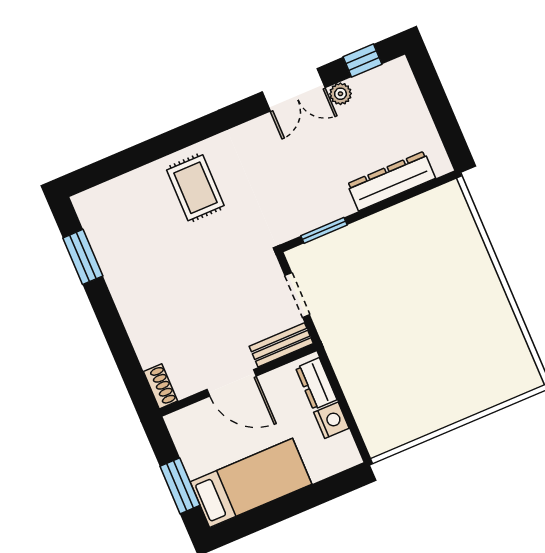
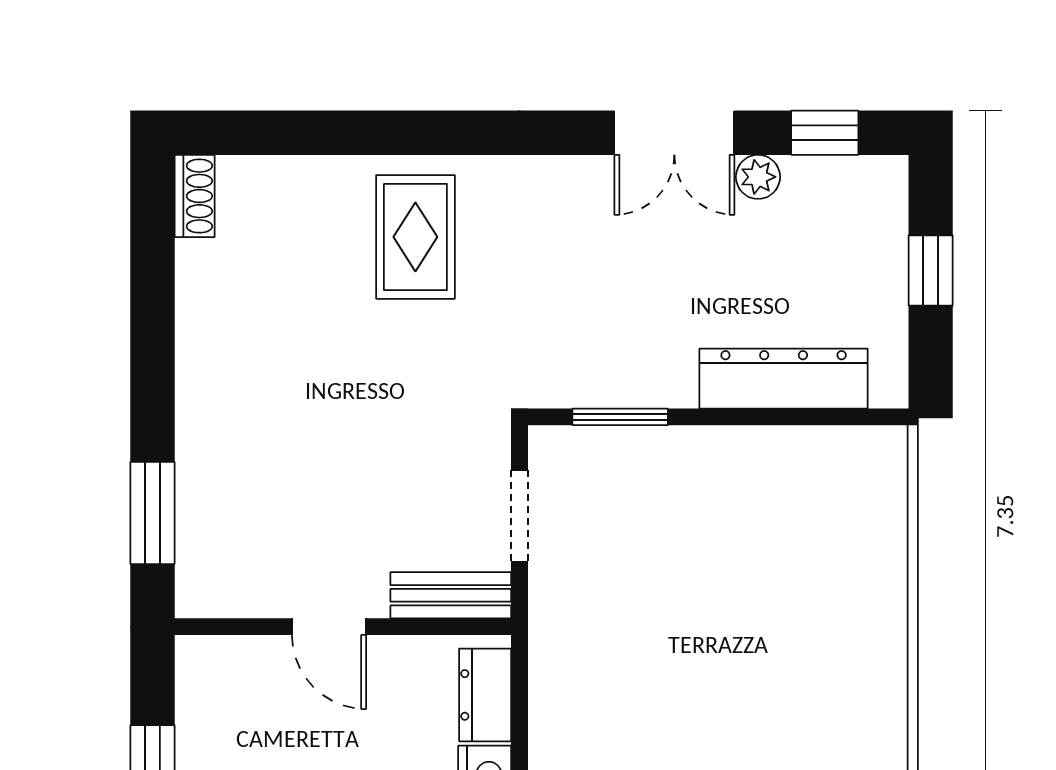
window: (438, 103) -> (931, 270), added
window: (83, 257) -> (153, 513), moved
door: (232, 383) -> (329, 627), width x0.73
shoe rack: (160, 386) -> (195, 196), moved

